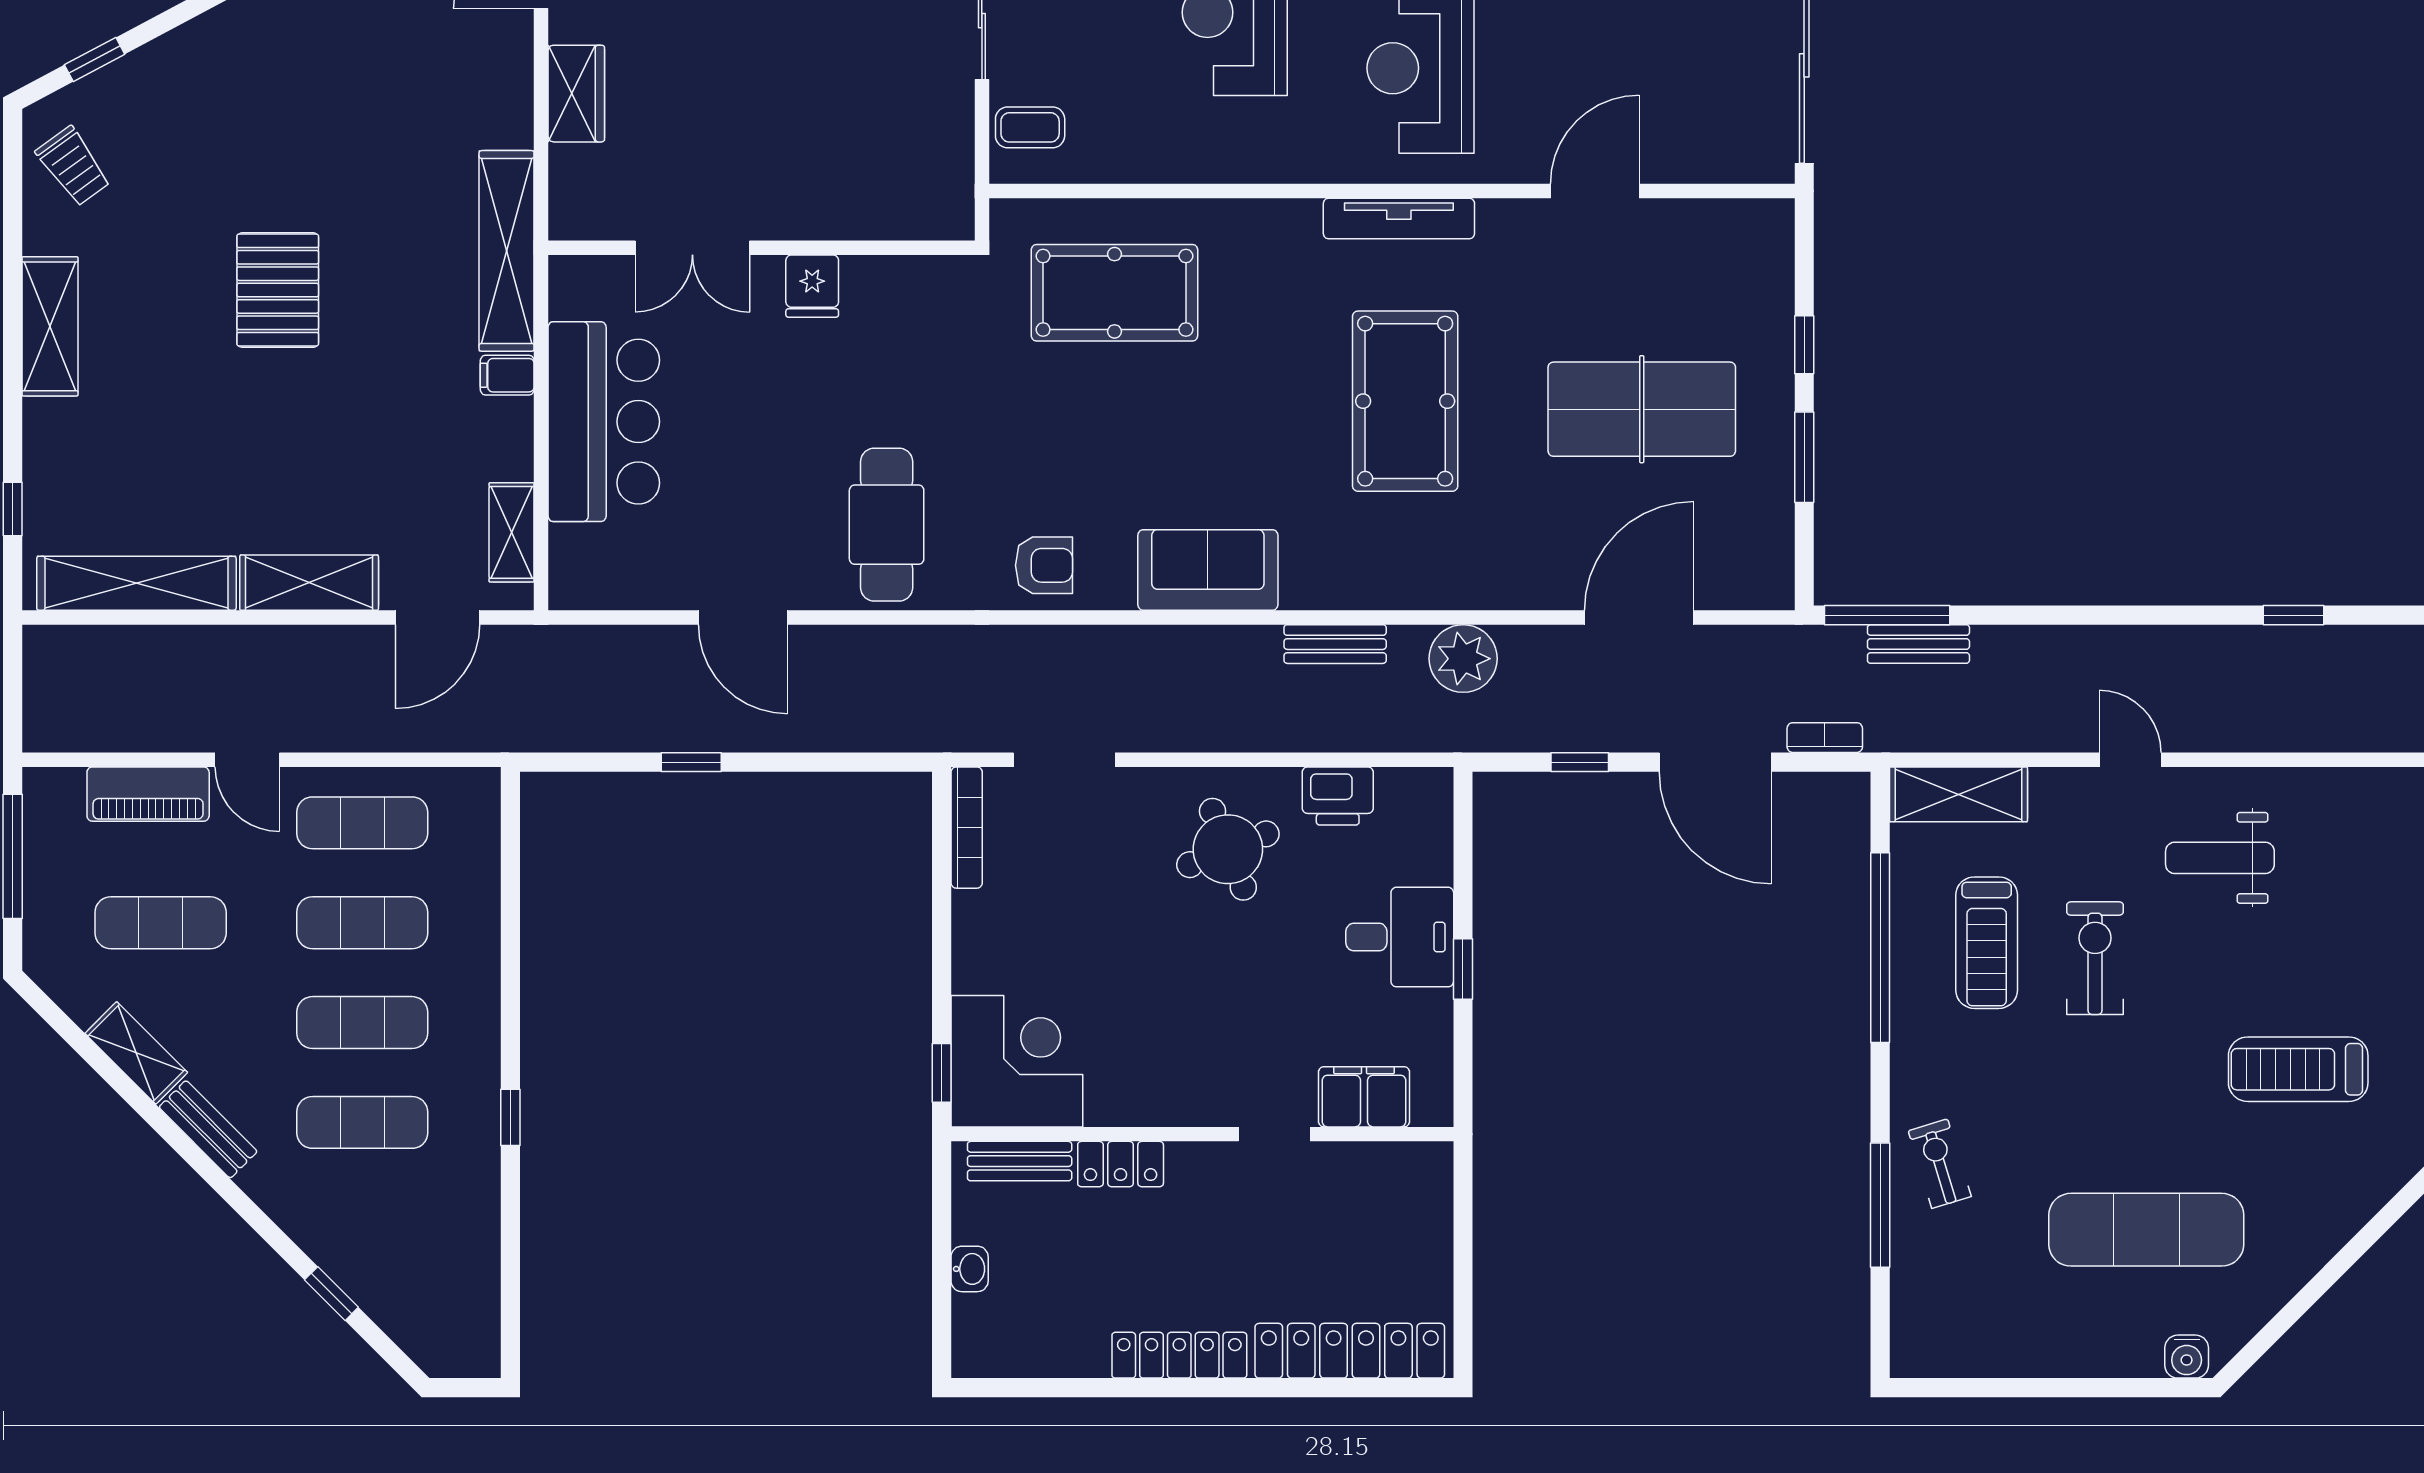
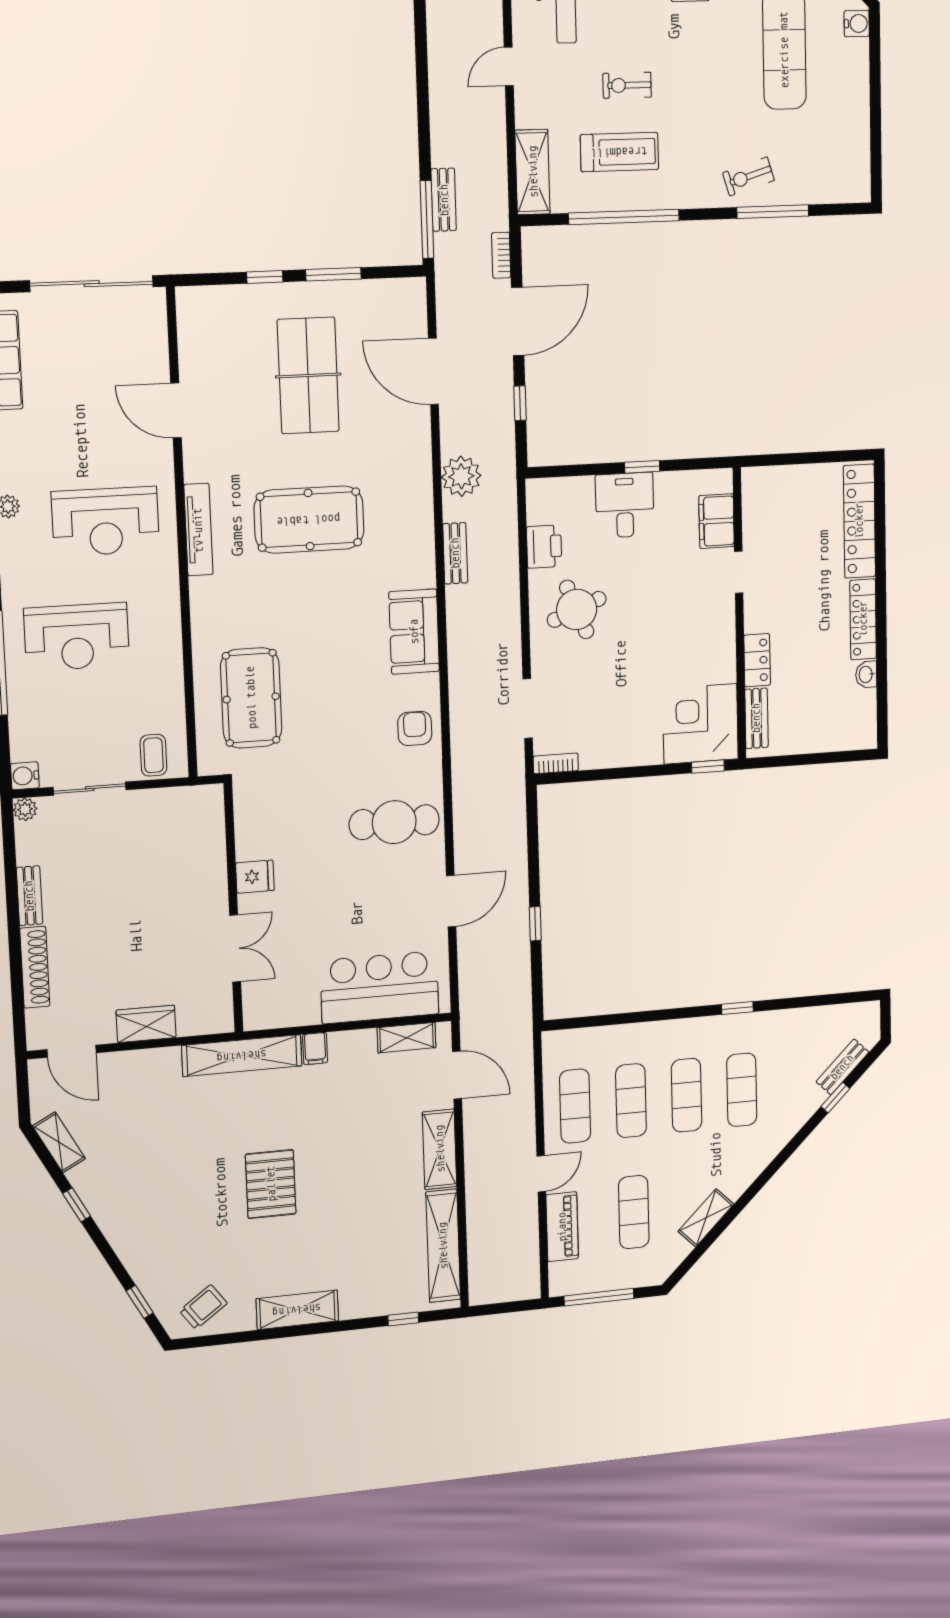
pallet: (278, 290) -> (271, 1184), turned 90
bar counter: (604, 422) -> (380, 987), moved
bookcase: (967, 828) -> (556, 763), width x0.64
exercise bike: (2095, 958) -> (627, 85), width x0.73, depth x0.72
bench: (208, 1129) -> (842, 1067), moved
washbasin: (970, 1269) -> (866, 674), moved, turned -90

